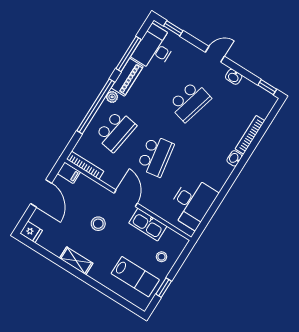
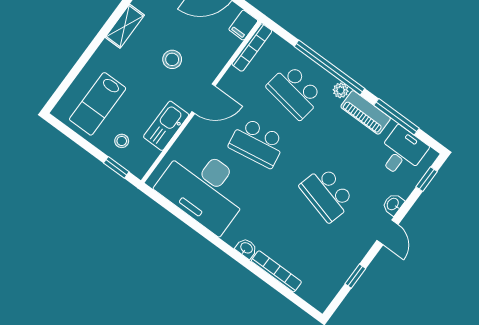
desk: (155, 48) -> (402, 152), width x0.73
washbasin: (234, 77) -> (393, 204), moved
window: (267, 87) -> (355, 276), moved
desk: (192, 203) -> (204, 188), width x1.36, depth x1.30
window: (164, 288) -> (116, 167), moved

